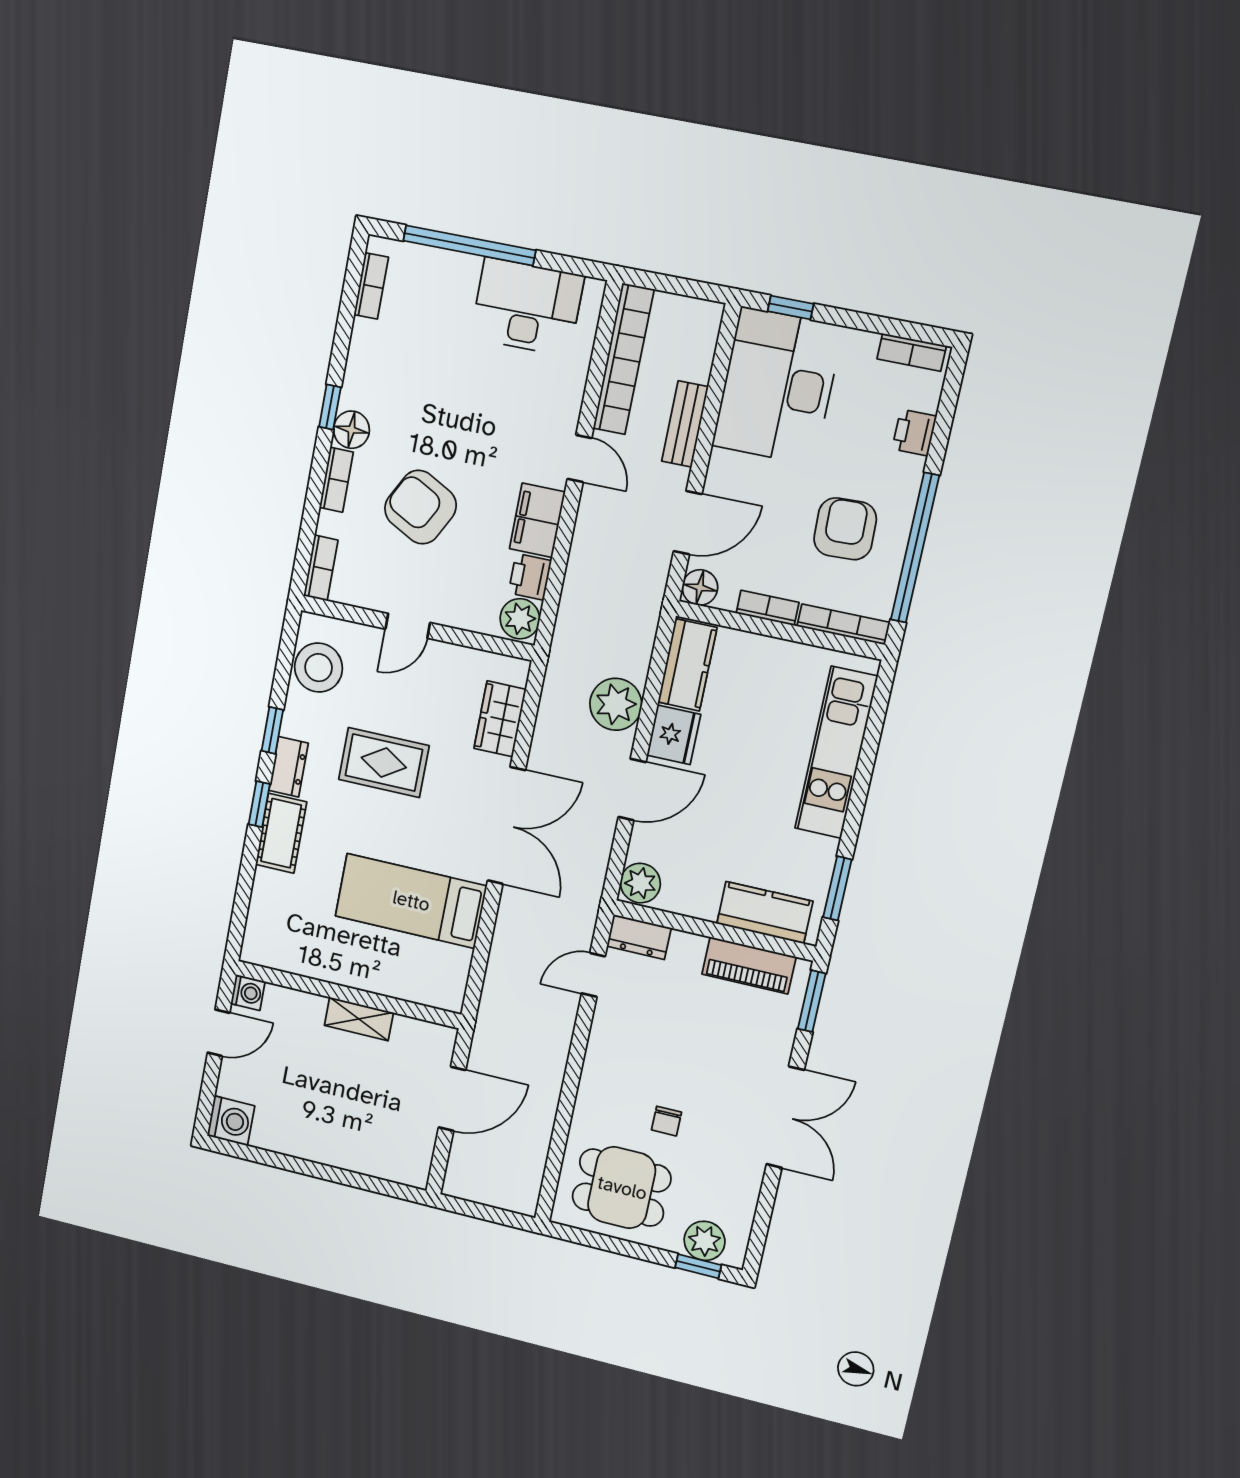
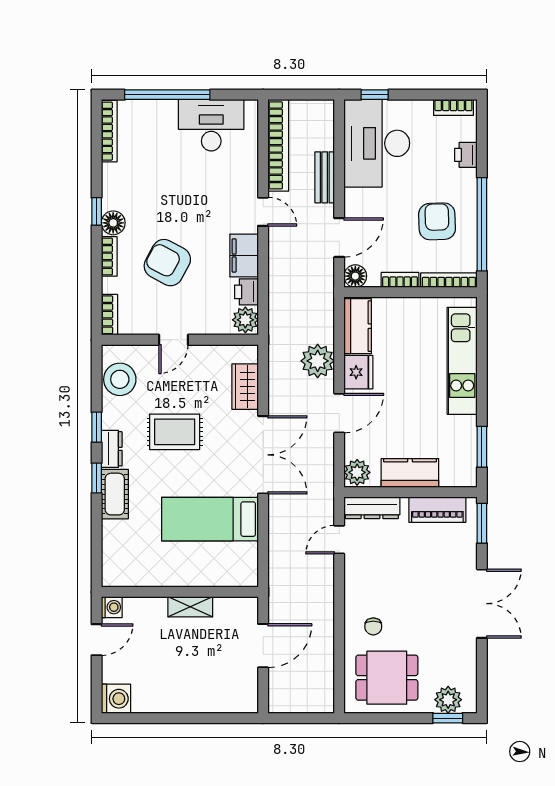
bookcase: (371, 286) -> (109, 131), width x1.56
kitchen counter: (765, 912) -> (410, 473), moved
dresser: (639, 937) -> (372, 508), width x1.44
chair: (667, 1121) -> (373, 626), moved

